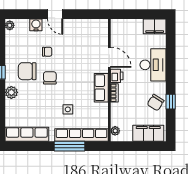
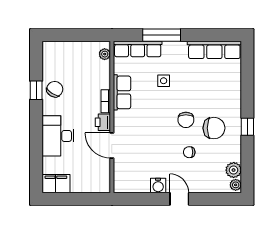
water cooler: (36, 25) -> (158, 186), moved
row of seats: (101, 88) -> (122, 92), moved
plant: (11, 92) -> (234, 170), moved
filing cabinet: (148, 133) -> (64, 51), removed
row of seats: (82, 135) -> (138, 49), width x0.73

